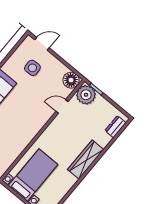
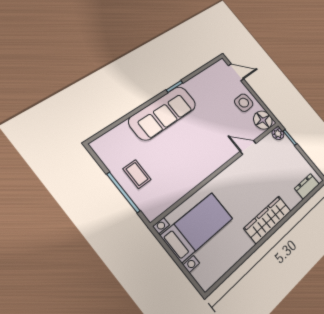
side table: (32, 68) -> (244, 103), moved
plant: (86, 95) -> (278, 134), width x0.53, depth x0.53

